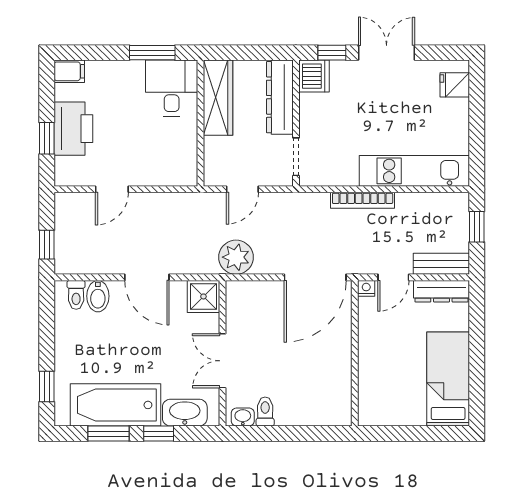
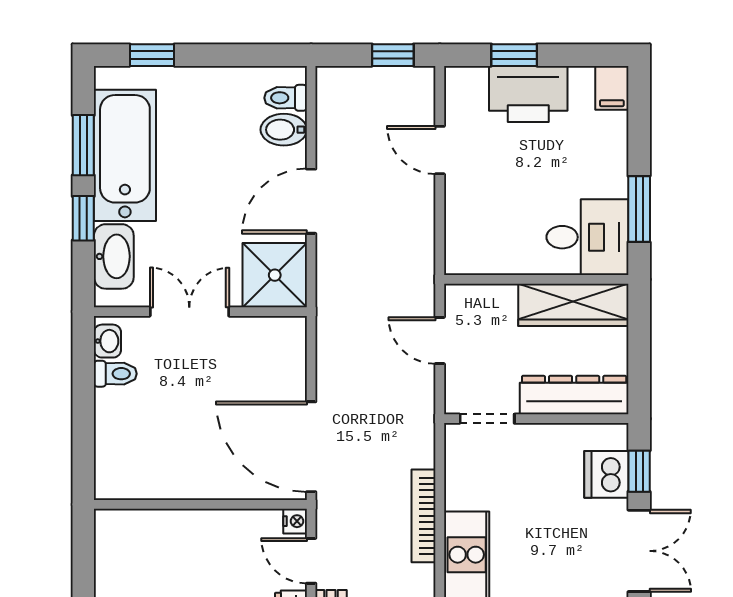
dishwasher: (314, 76) -> (606, 474), moved, turned 90
window: (47, 245) -> (393, 55), moved
plant: (236, 257) -> (341, 331), removed
shower: (203, 296) -> (275, 275), width x1.36, depth x1.36

